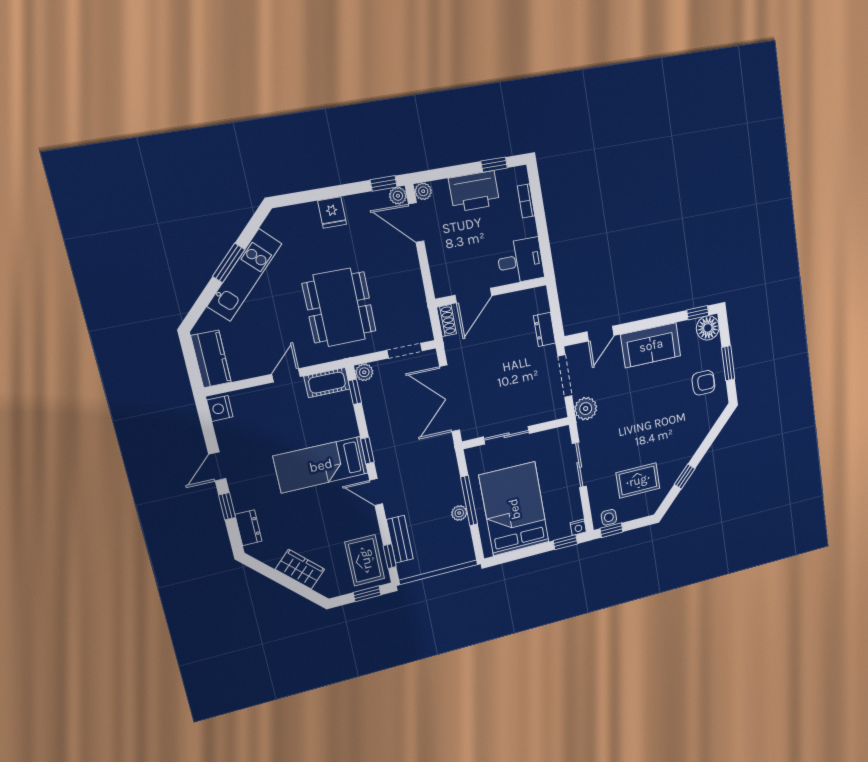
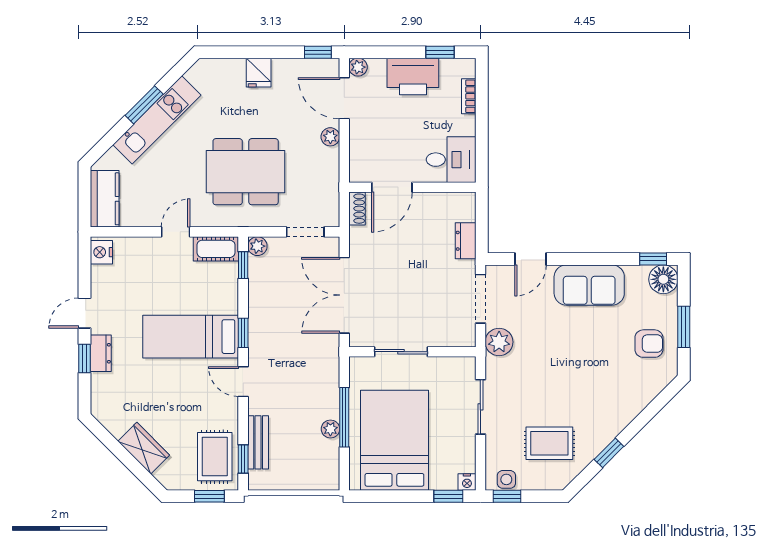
plant: (398, 196) -> (330, 137), moved
dining table: (339, 307) -> (246, 172), turned 90
dresser: (248, 528) -> (101, 353), moved

